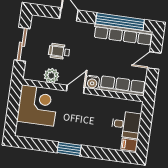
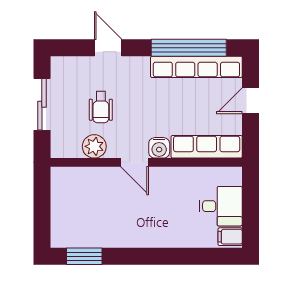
wheelchair: (59, 51) -> (101, 107), turned -90
door: (75, 89) -> (135, 162), swing flipped
corner desk: (38, 105) -> (79, 196), removed
window: (69, 149) -> (84, 256), moved

